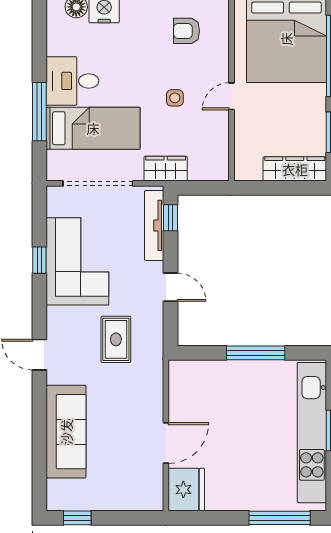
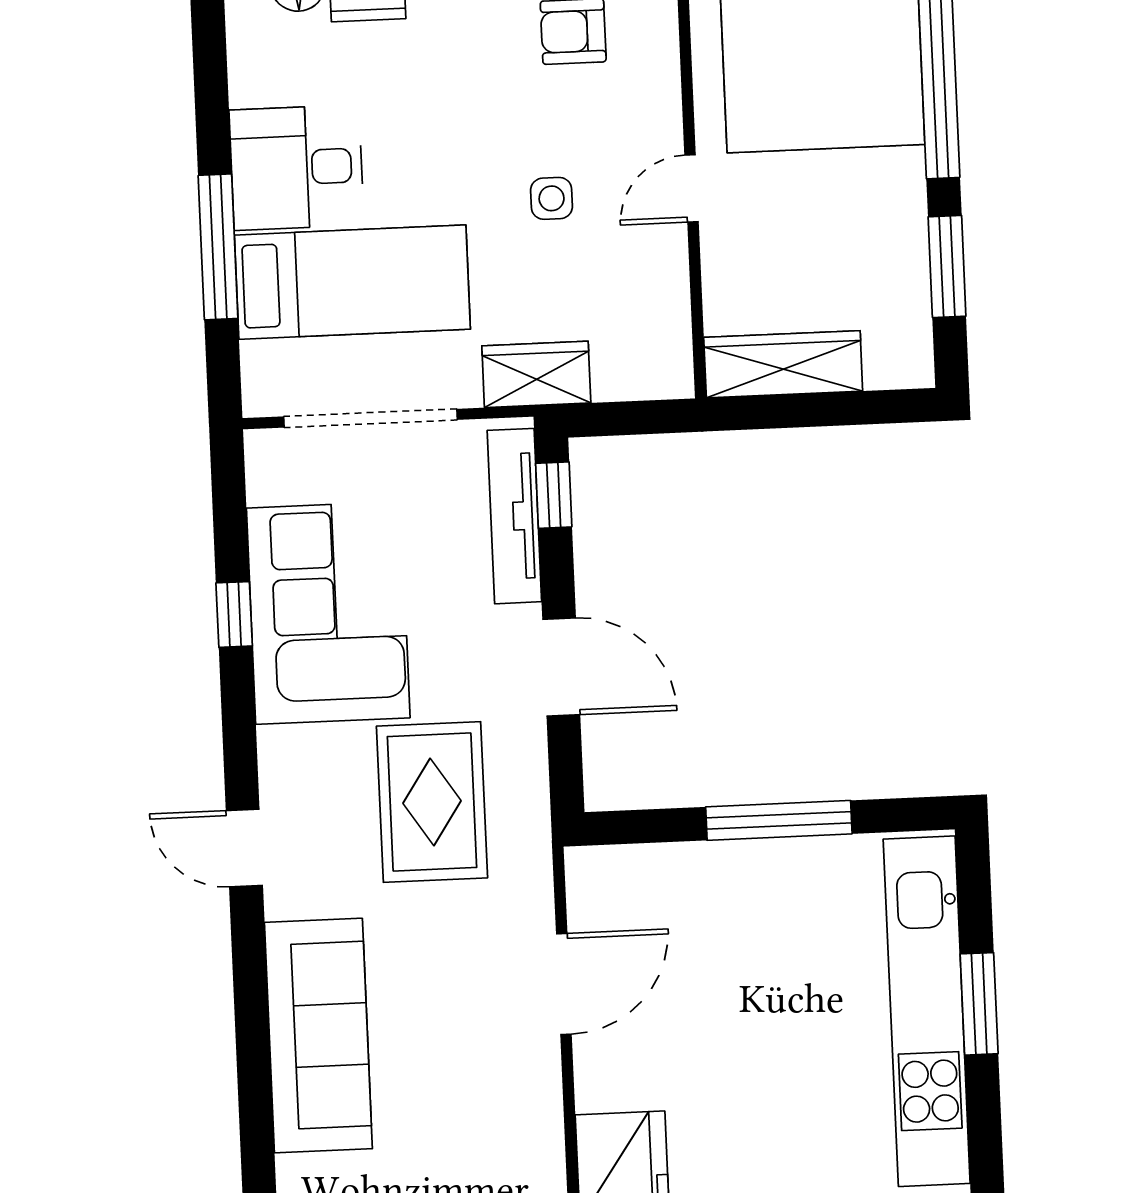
wardrobe: (295, 169) -> (783, 364), moved
door: (170, 287) -> (561, 667), width x1.38
rug: (116, 339) -> (432, 802), width x1.36, depth x1.43
door: (166, 443) -> (564, 984), moved

